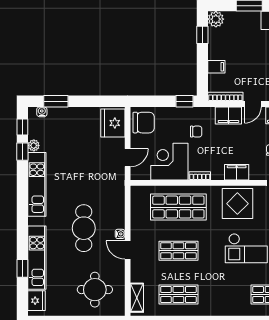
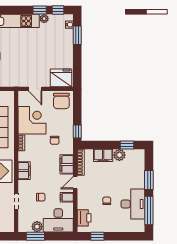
plant: (216, 19) -> (119, 155), moved
filing cabinet: (216, 67) -> (103, 155), width x2.00
door: (253, 104) -> (75, 183), hinge flipped

